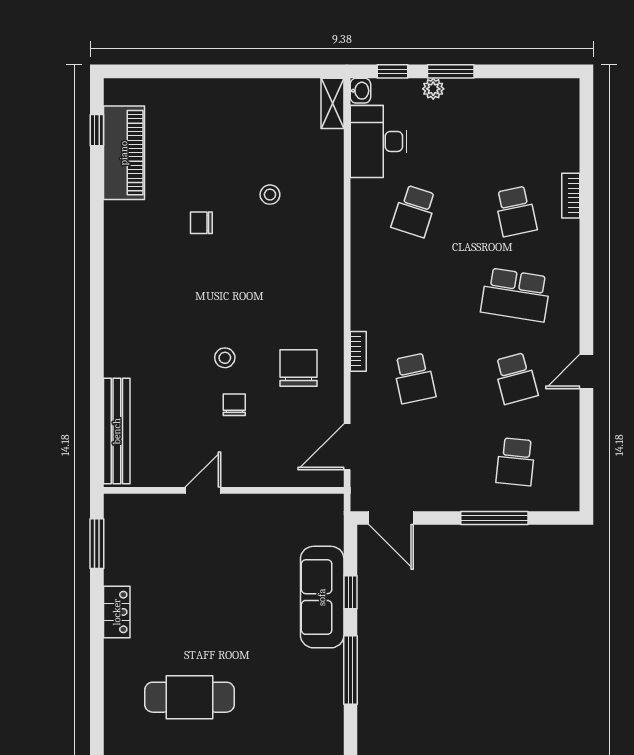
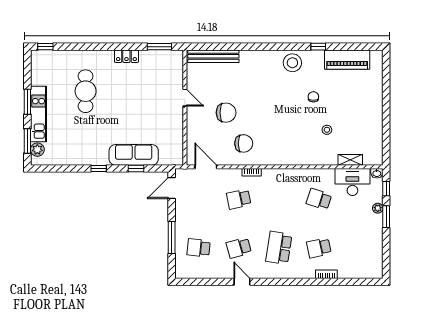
shelving: (332, 103) -> (350, 160), moved
window: (97, 130) -> (318, 47), moved
stool: (225, 358) -> (292, 63), moved, width x1.89, depth x1.89
chair: (234, 405) -> (226, 113), width x1.87, depth x1.87
window: (351, 670) -> (99, 168), width x0.46

